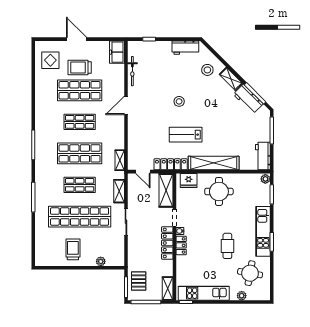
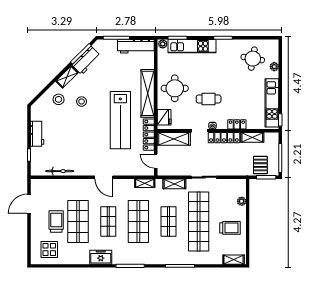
door: (77, 39) -> (29, 204), moved
workbench: (185, 48) -> (37, 134), moved
freezer: (117, 52) -> (101, 257), moved, turned 180
trolley: (80, 67) -> (56, 222), turned 180
stool: (179, 101) -> (82, 102), moved
door: (126, 105) -> (104, 177), moved
lab bench: (186, 135) -> (120, 120), width x1.86, depth x1.39
workbench: (263, 156) -> (136, 46), width x1.38
door: (143, 172) -> (156, 161), swing flipped
kitchen unit: (263, 231) -> (192, 46), moved
locker: (181, 245) -> (237, 124), moved
cafe table: (227, 246) -> (209, 99), moved
trolley: (73, 249) -> (230, 228), turned 180
shelving: (40, 253) -> (234, 260), added
pallet: (139, 281) -> (260, 165), turned 90
shelving: (168, 288) -> (252, 137), moved

